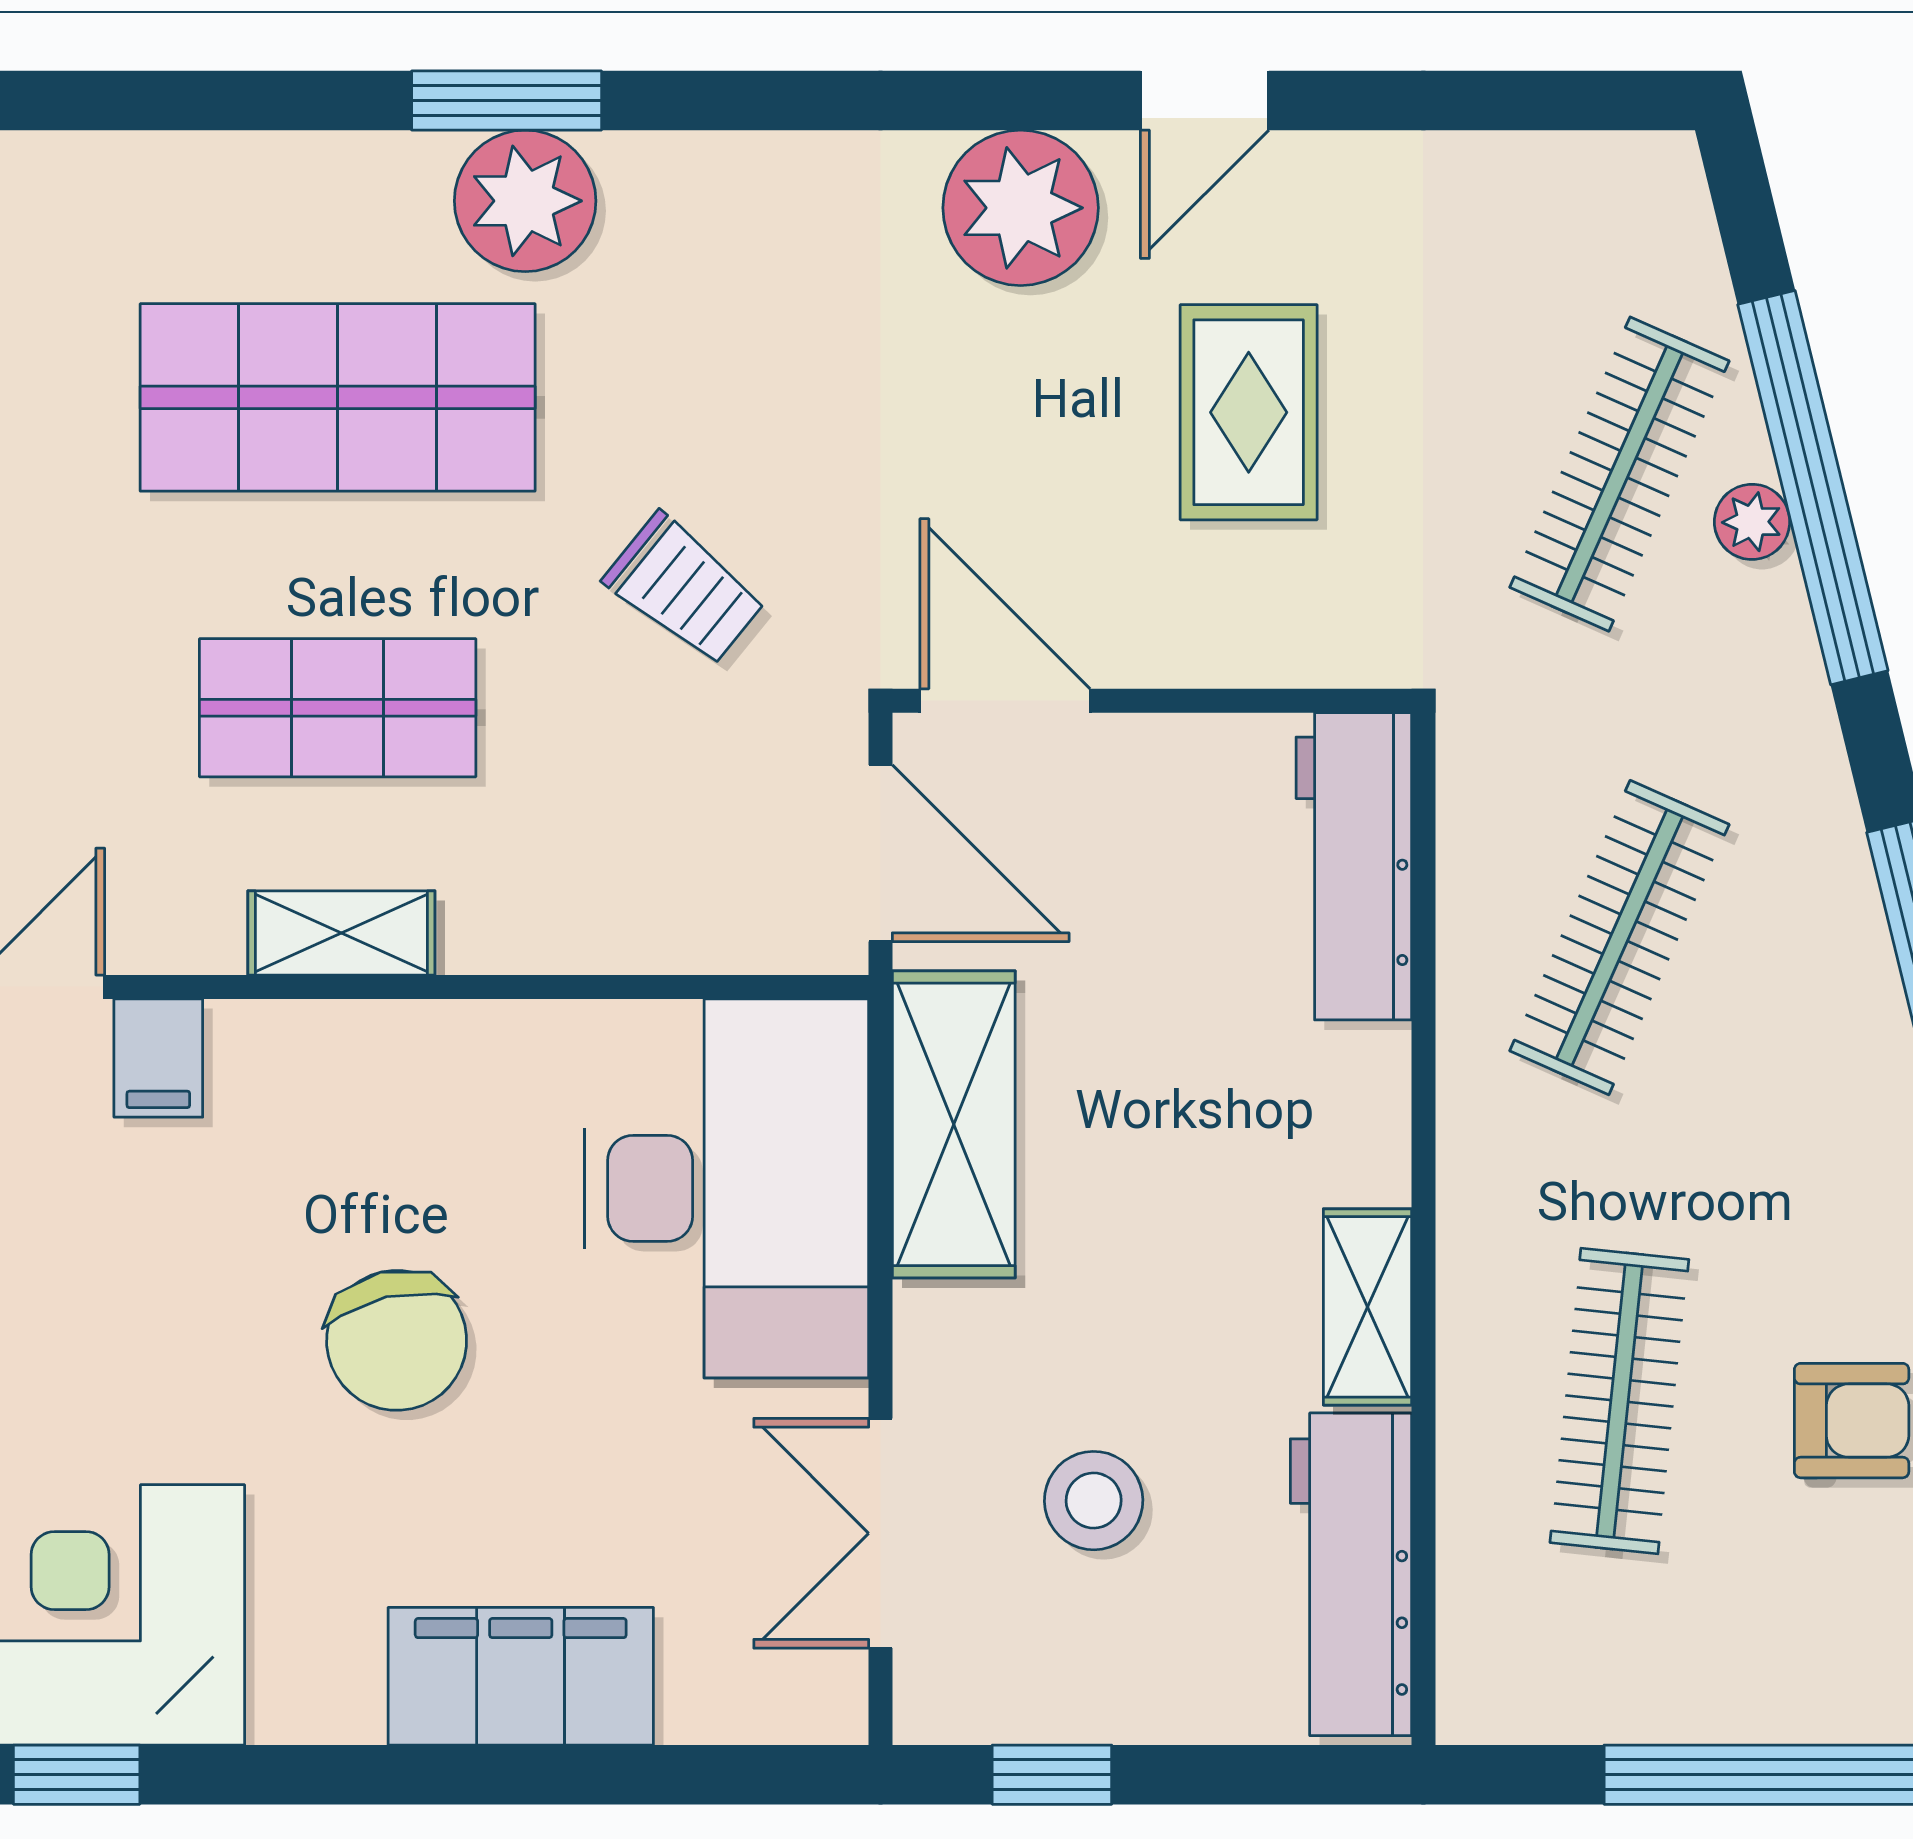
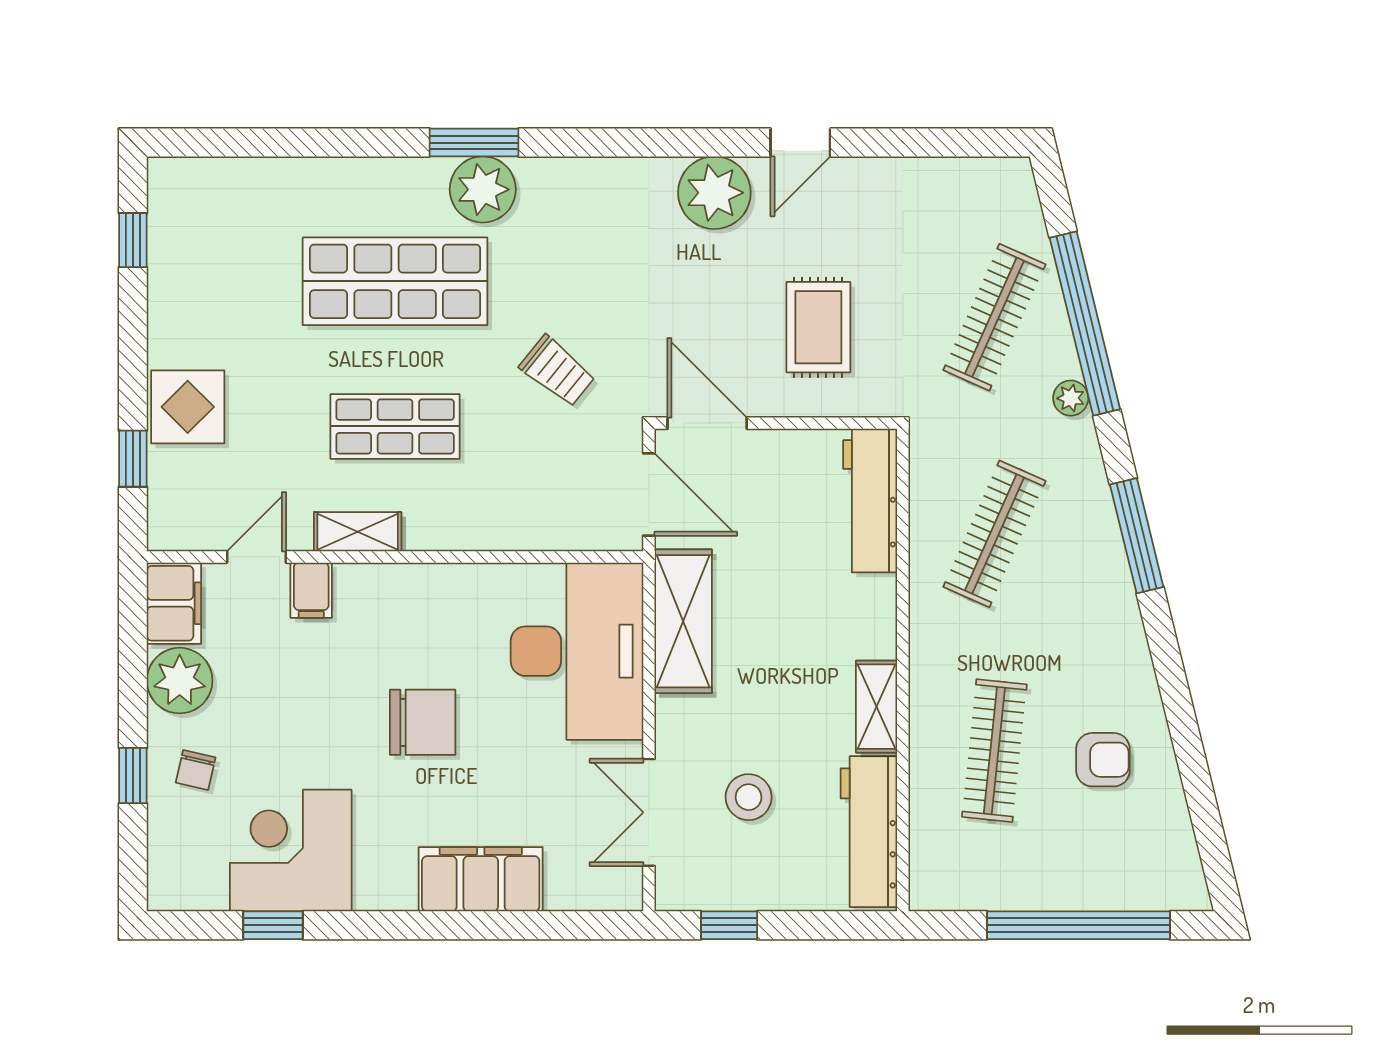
rug: (1249, 412) -> (818, 327), moved
plant: (1752, 522) -> (1071, 398), moved
shelving: (341, 933) -> (358, 532), moved
chair: (397, 1340) -> (423, 722), turned -77

